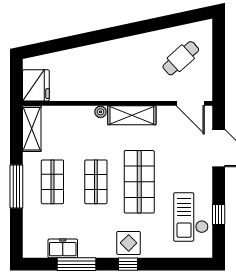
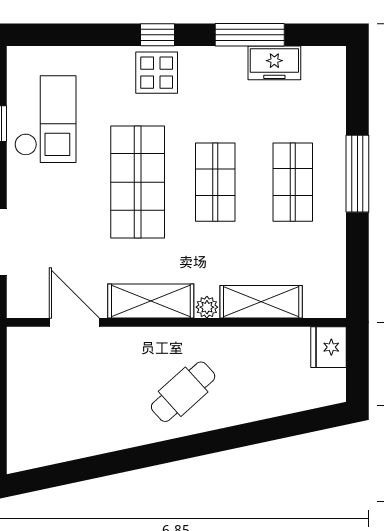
cafe table: (181, 58) -> (183, 392), moved
fridge: (36, 85) -> (328, 347), width x0.73, depth x0.75
door: (190, 103) -> (74, 322), moved
shelving: (32, 129) -> (261, 302), moved, turned 90

